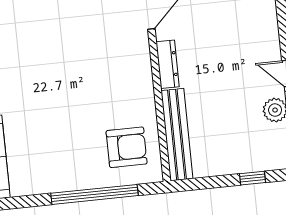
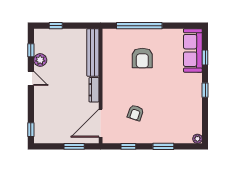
armchair: (85, 29) -> (136, 113), added
armchair: (127, 147) -> (142, 58), moved, turned -90

